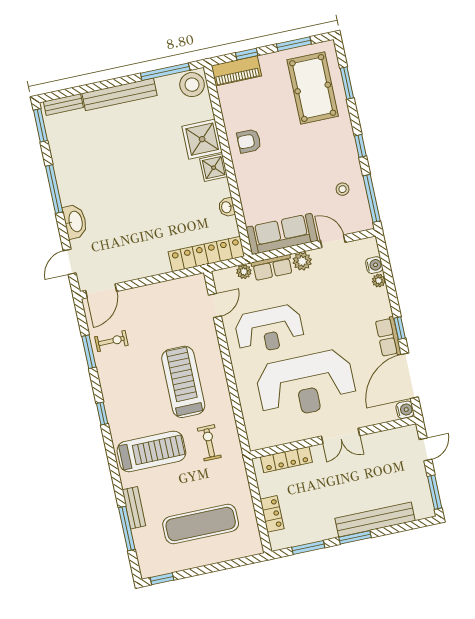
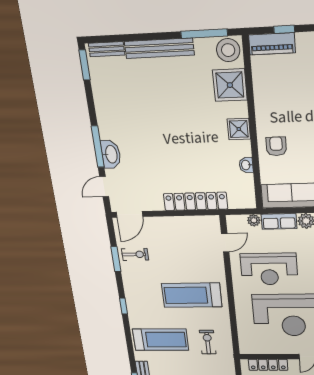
shower: (202, 139) -> (230, 85), moved
armchair: (249, 141) -> (276, 146), moved, turned 90
window: (54, 189) -> (98, 147), moved
locker: (206, 254) -> (195, 201), moved
treadmill: (183, 382) -> (192, 295), turned -90

